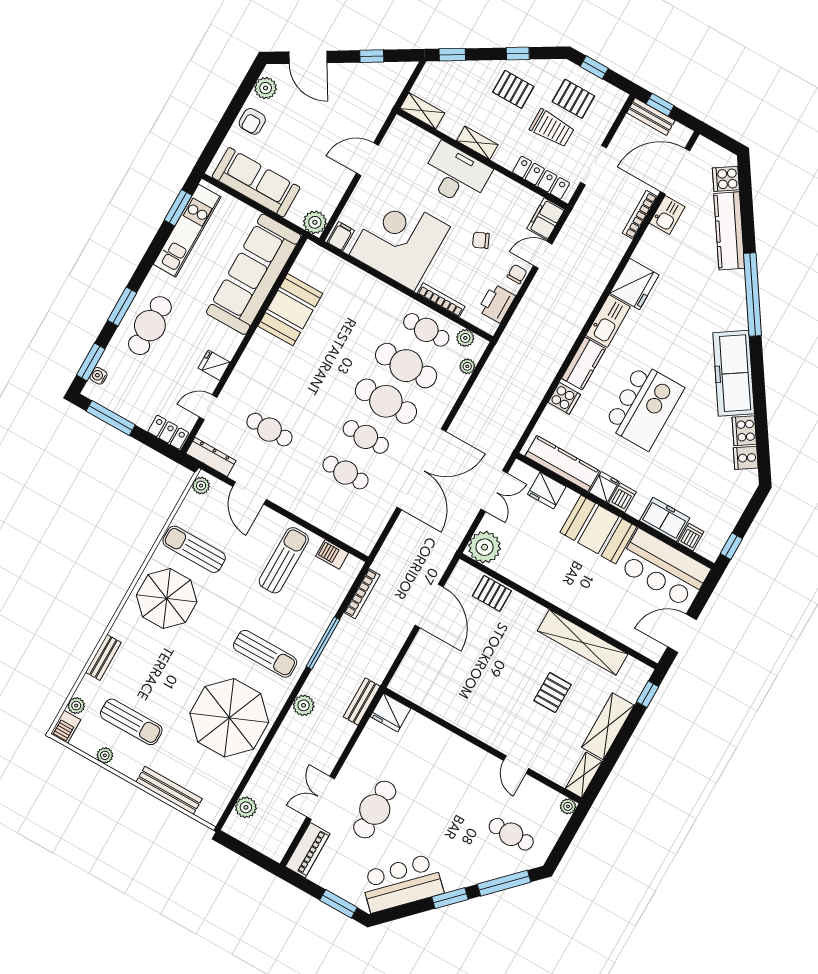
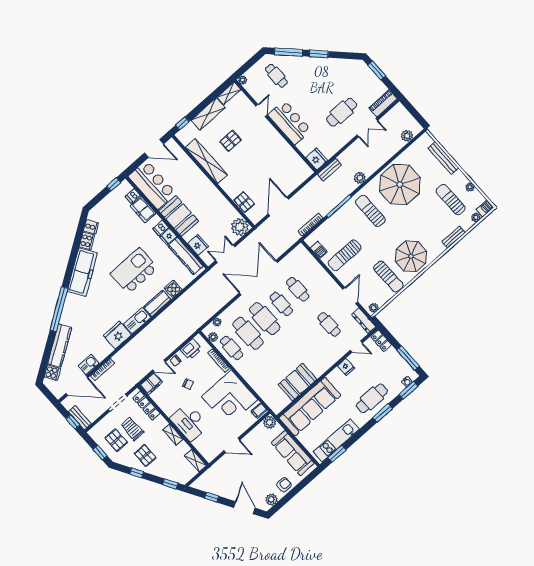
bar counter: (402, 883) -> (290, 122), moved, turned -135

